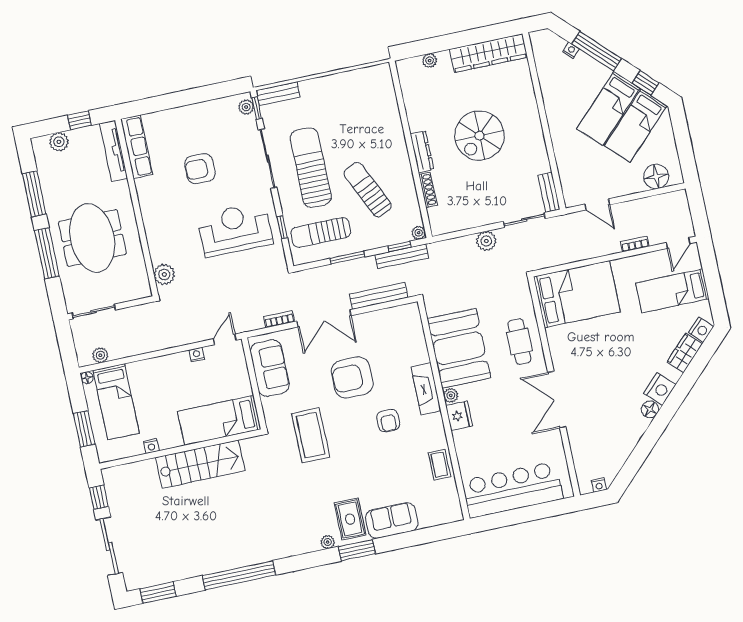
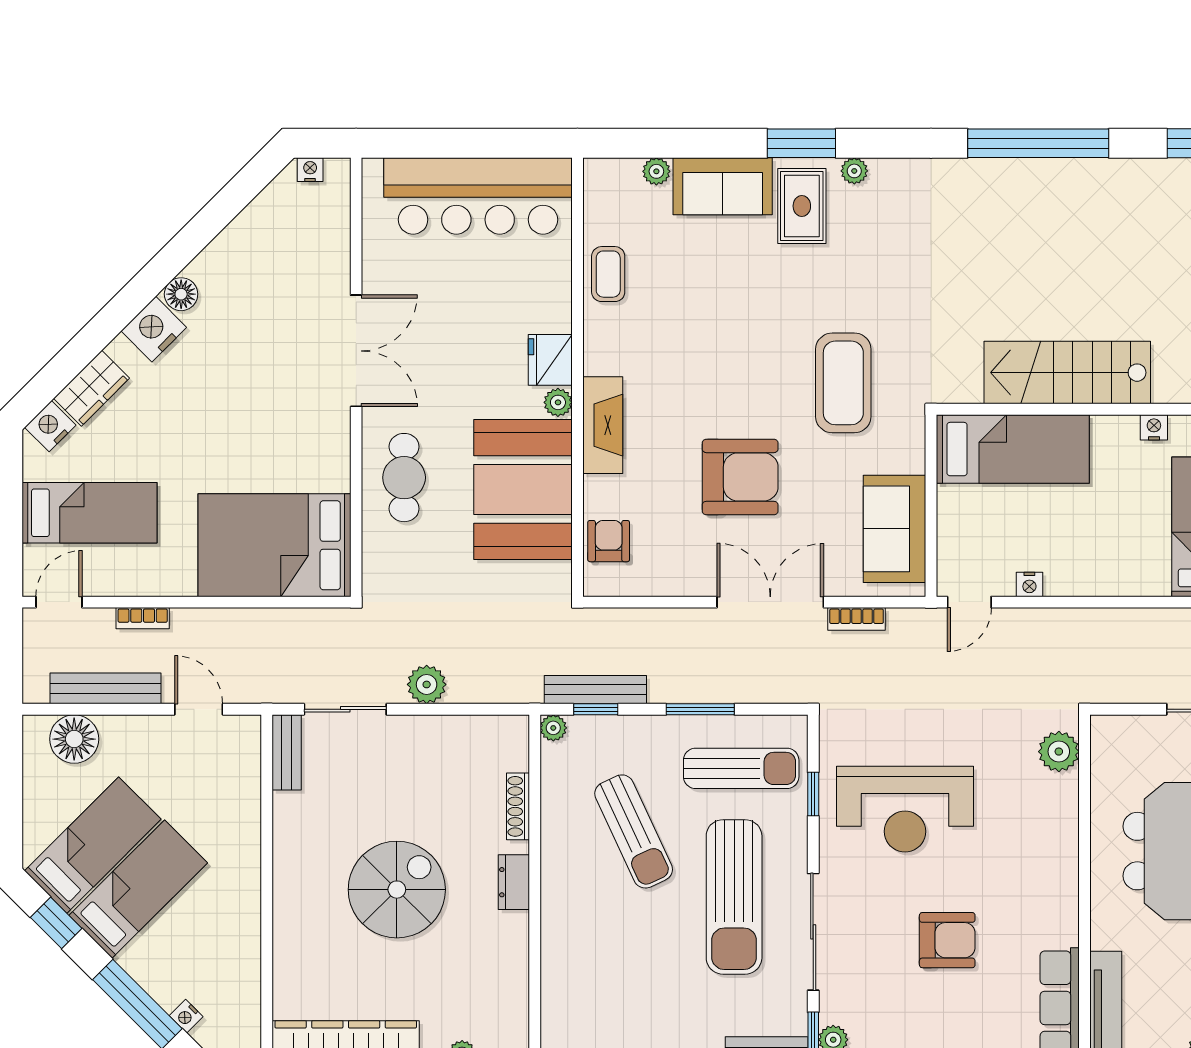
dresser: (422, 152) -> (514, 882), width x0.70
bench: (379, 296) -> (105, 688), moved
armchair: (388, 421) -> (609, 541), moved
plant: (426, 521) -> (656, 171), added

